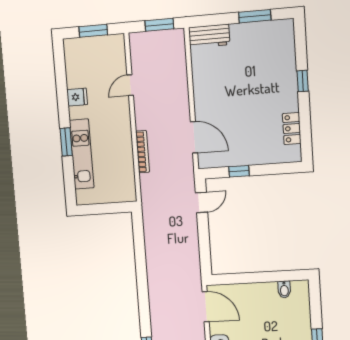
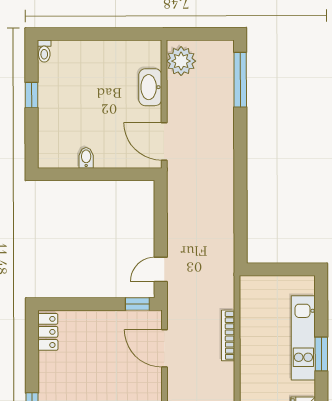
locker: (292, 129) -> (48, 332), moved
window: (239, 171) -> (137, 304), moved
bidet: (284, 289) -> (86, 158), moved

